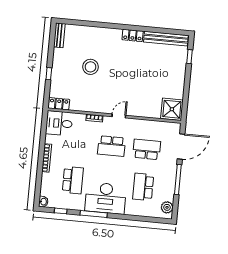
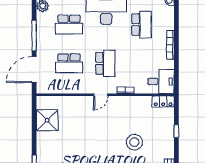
shower: (172, 109) -> (47, 120), moved
school desk: (111, 146) -> (105, 63), turned 90
school desk: (73, 180) -> (142, 25), turned 180
school desk: (143, 187) -> (69, 25), turned 90

